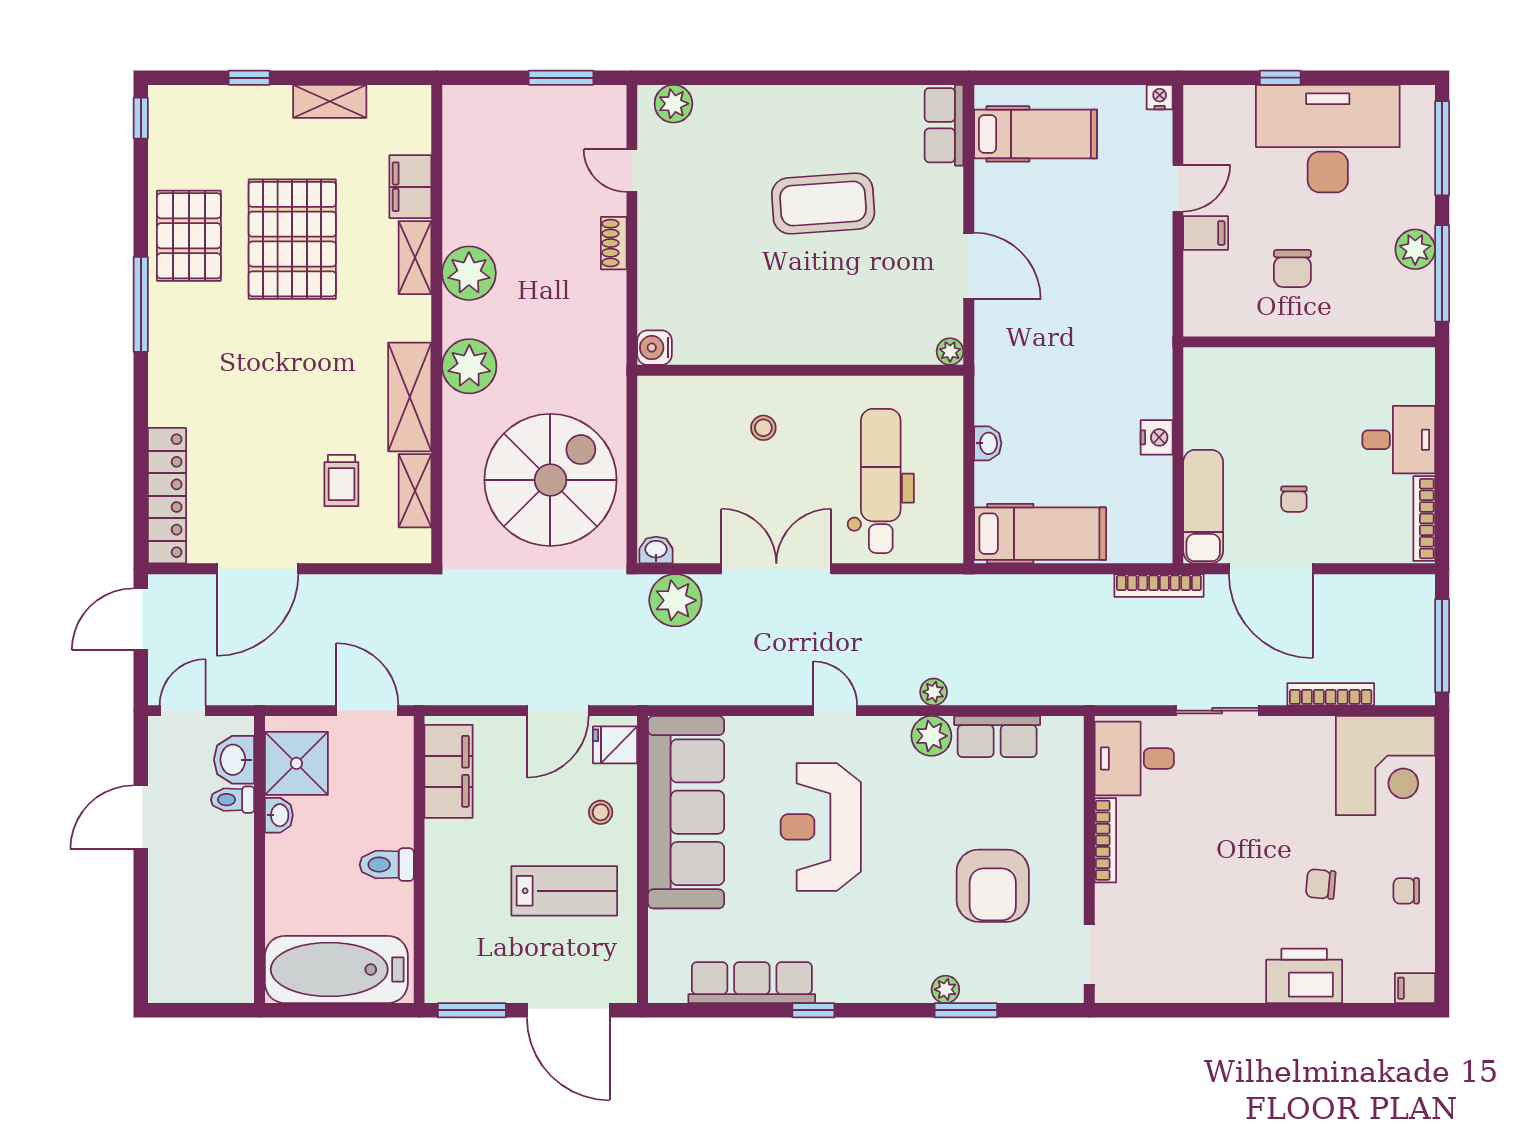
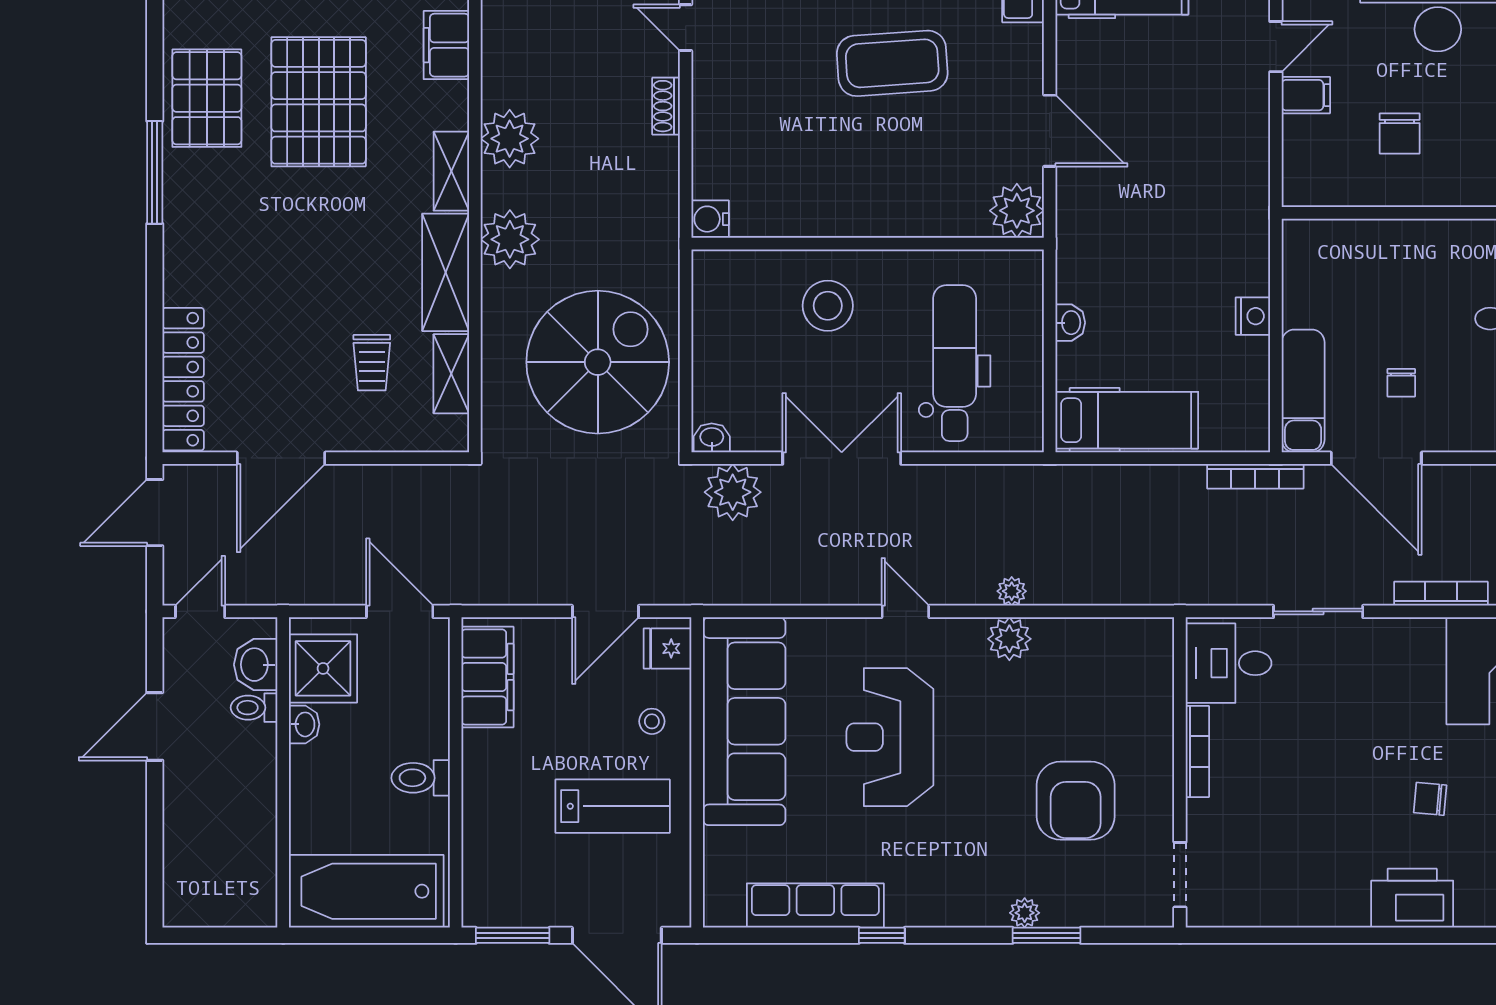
shelving: (415, 258) -> (451, 171), moved
plant: (950, 352) -> (1017, 211), width x1.88, depth x1.88
stool: (763, 428) -> (828, 306), width x1.89, depth x1.89
row of seats: (997, 736) -> (1080, 639), removed

